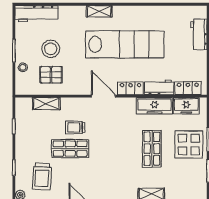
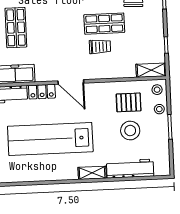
shelving: (99, 11) -> (92, 173), moved
workbench: (37, 14) -> (130, 169), moved
stool: (24, 85) -> (157, 90), added
shelving: (46, 104) -> (151, 70), moved

